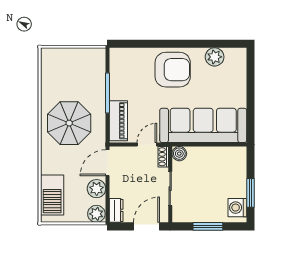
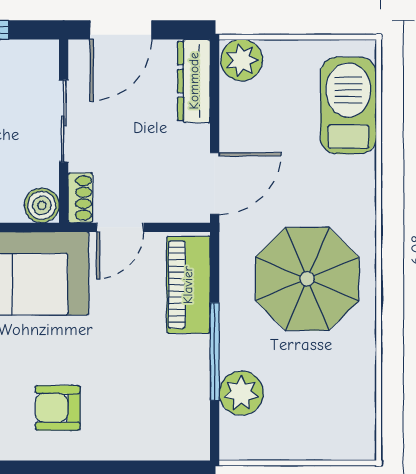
armchair: (173, 70) -> (58, 408), width x0.53, depth x0.53
plant: (97, 189) -> (241, 393), moved
dresser: (116, 210) -> (194, 81), width x1.44

